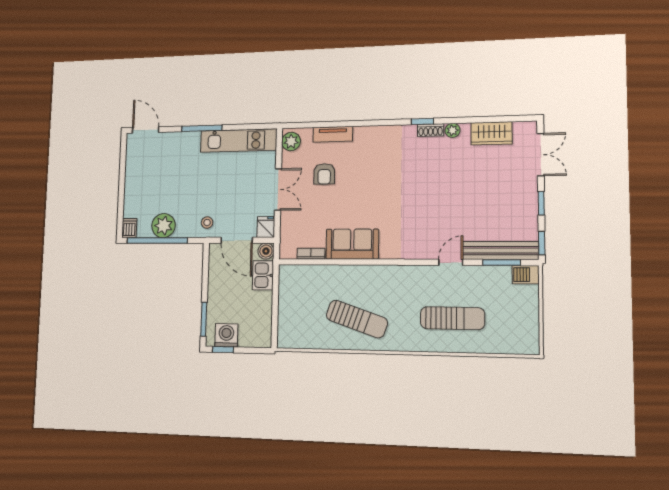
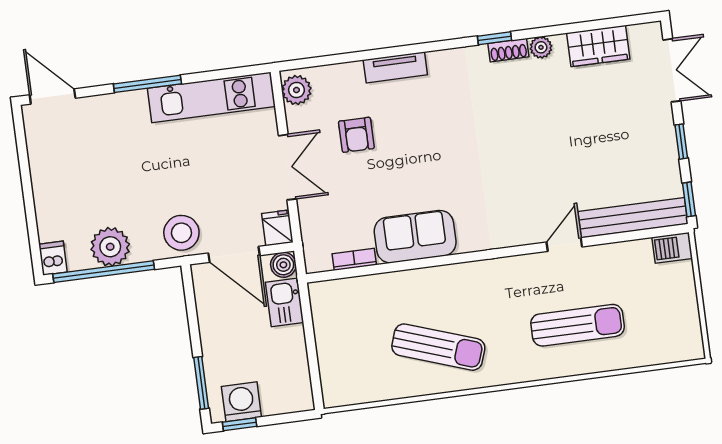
tv unit: (333, 134) -> (395, 67), moved
stool: (207, 223) -> (181, 233), width x1.89, depth x1.89
window: (502, 263) -> (637, 235), removed

